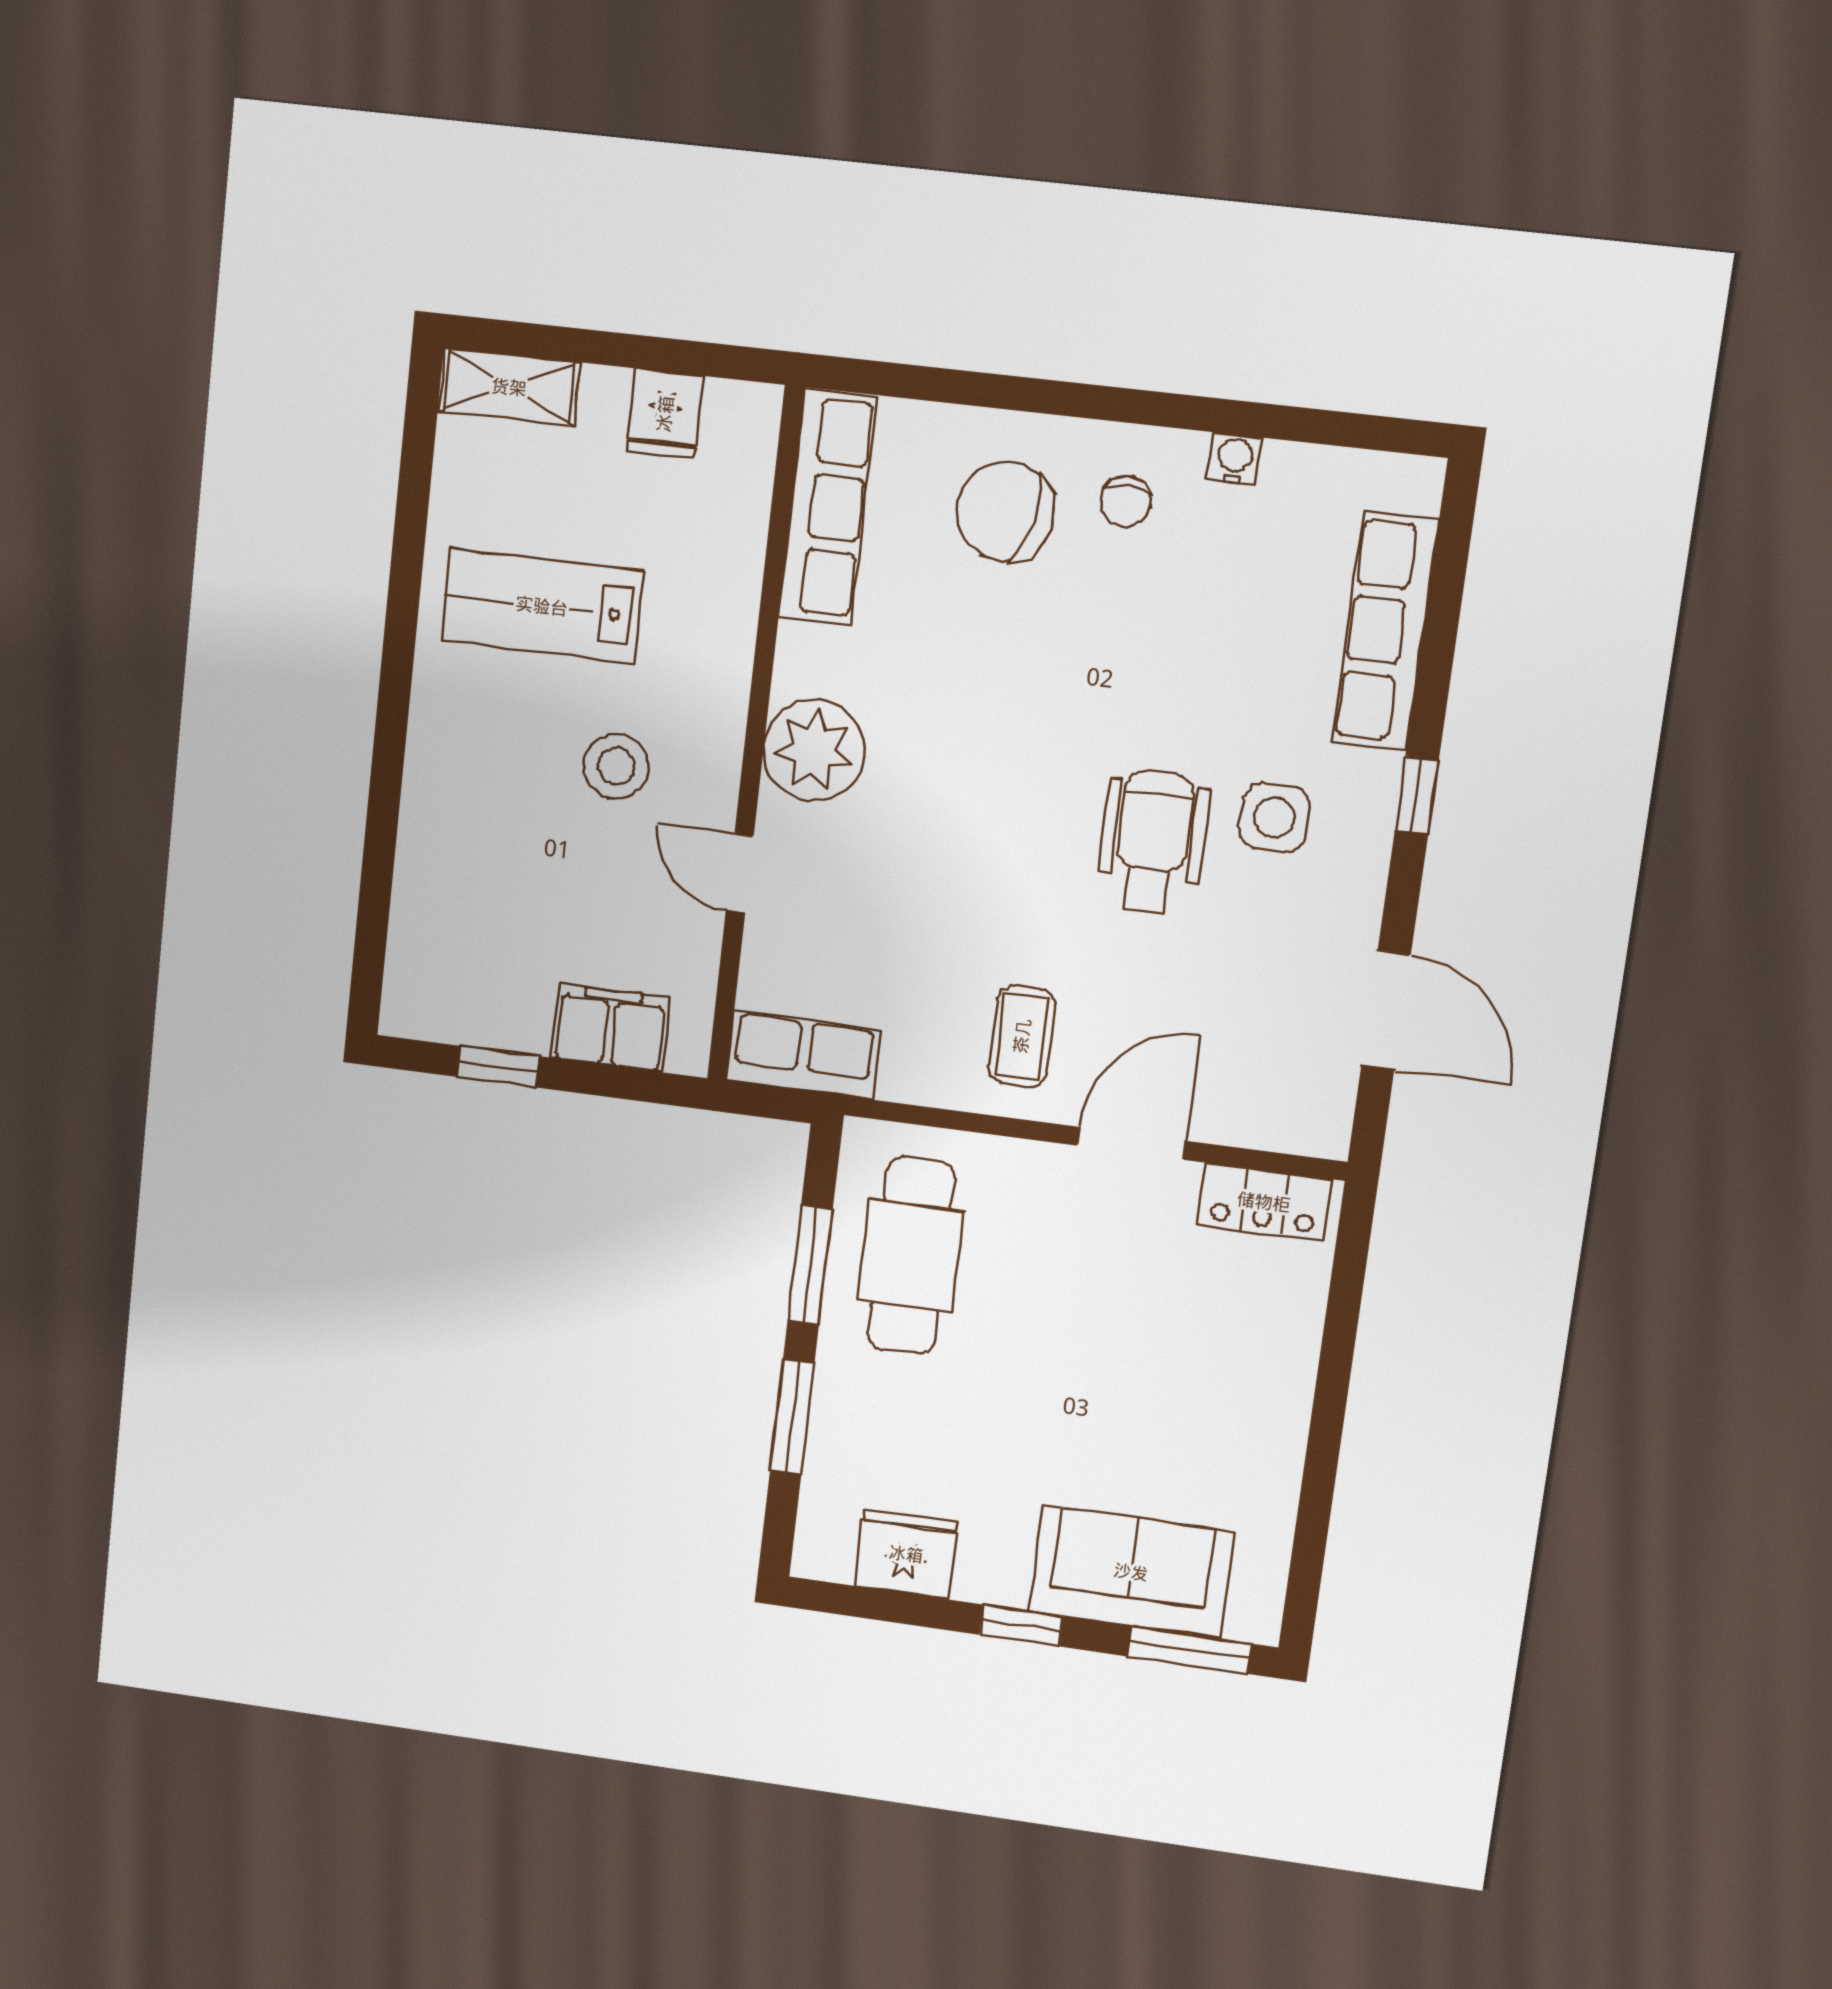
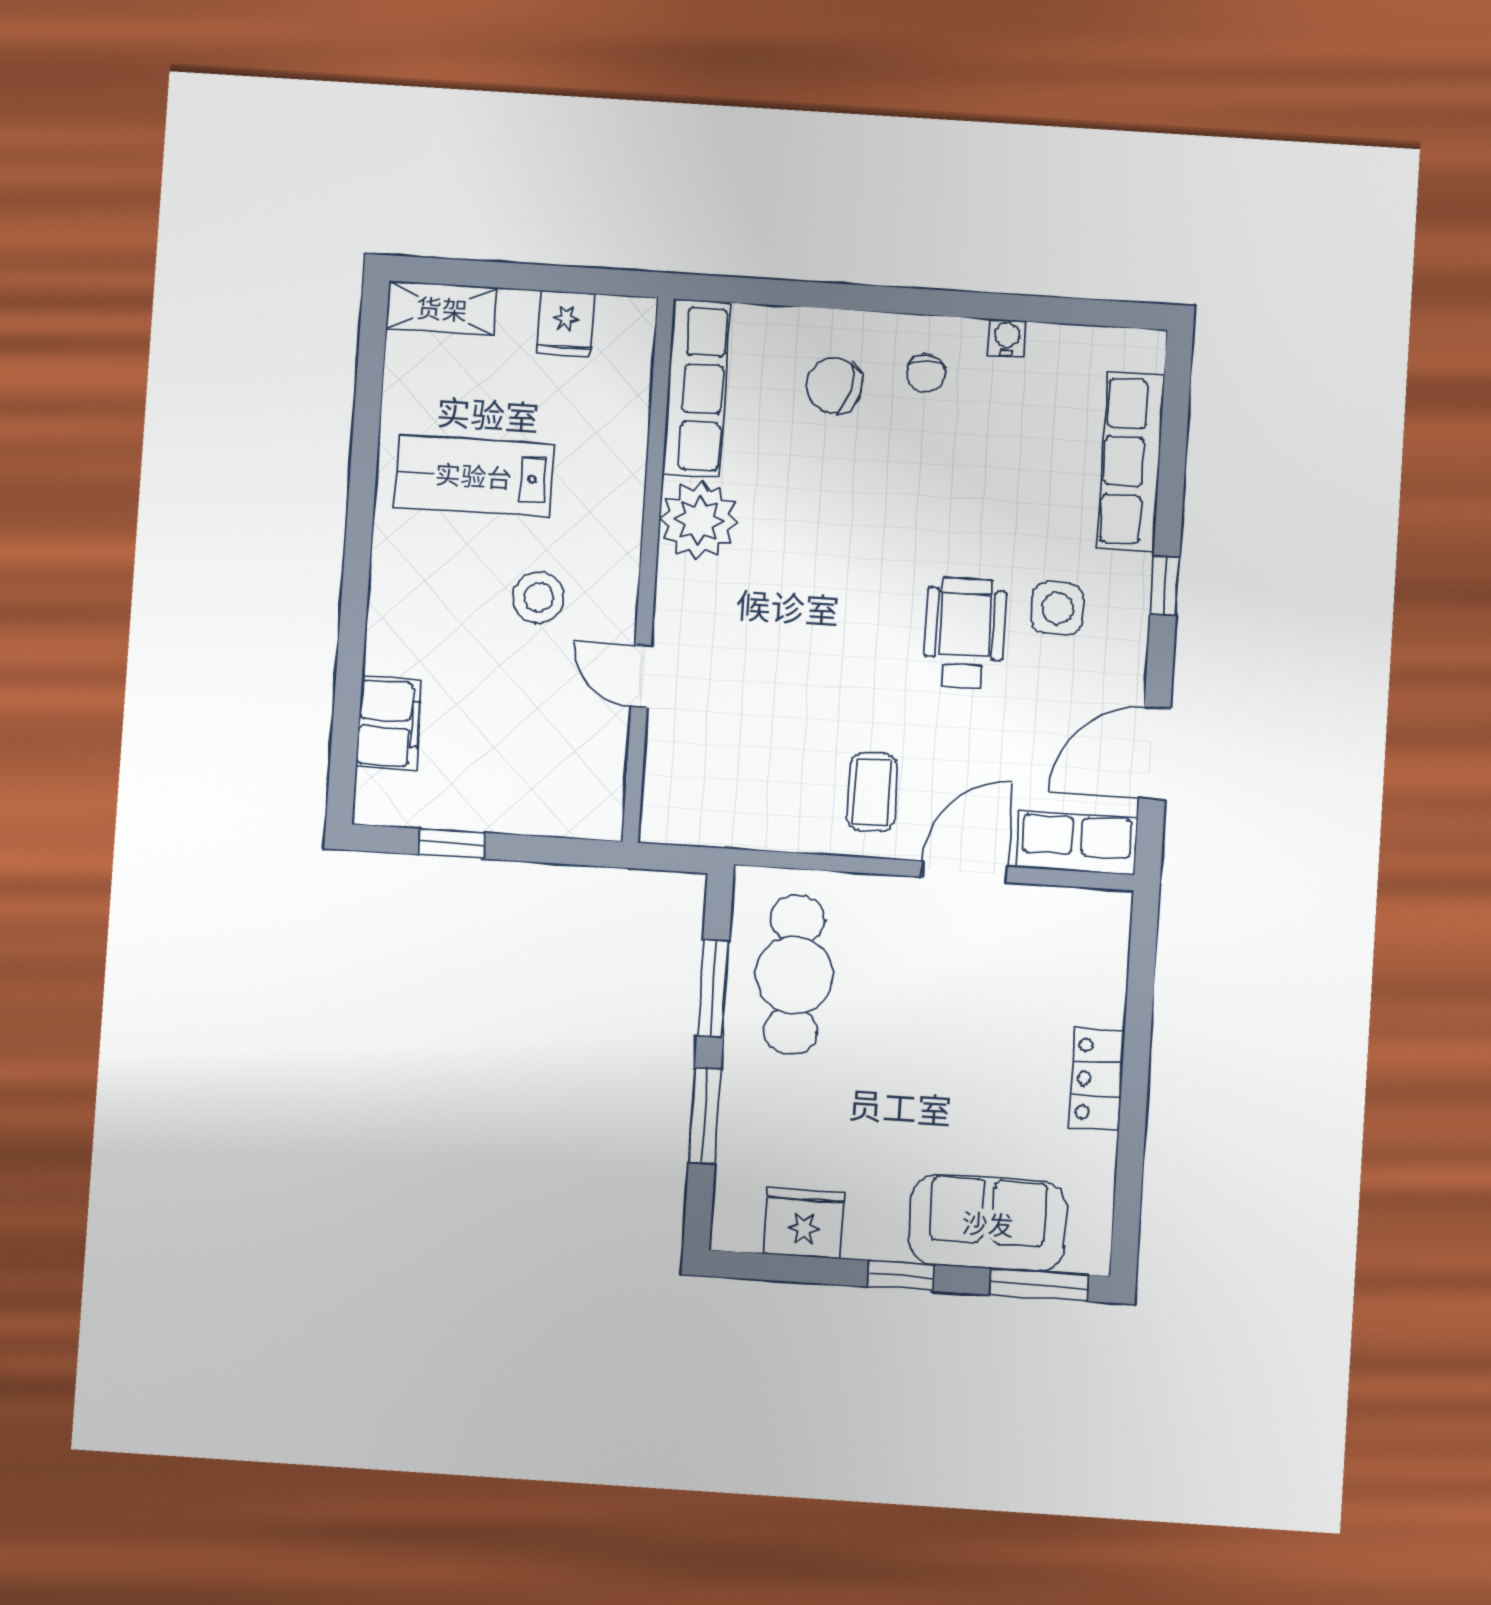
chair: (1005, 512) -> (834, 386), width x0.73, depth x0.73
plant: (814, 750) -> (699, 520), moved
door: (1386, 1011) -> (1155, 753), swing flipped
filing cabinet: (610, 1028) -> (389, 723), moved, turned 90
row of seats: (803, 1055) -> (1077, 843), moved
locker: (1264, 1202) -> (1097, 1079), moved, turned 90

